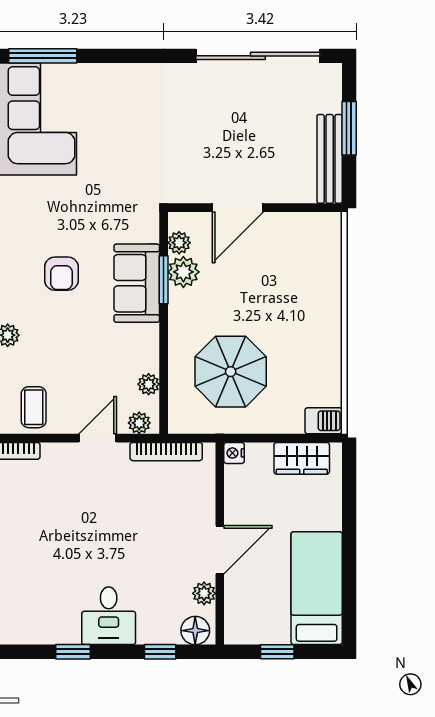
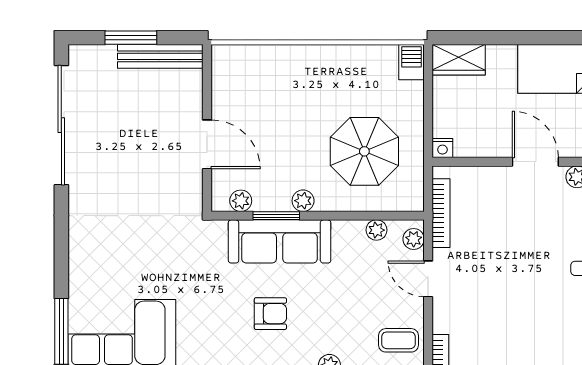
plant: (183, 272) -> (303, 201), moved, width x0.73, depth x0.73
sofa: (137, 283) -> (280, 241), width x1.36
wardrobe: (302, 458) -> (459, 60), moved, turned 90

